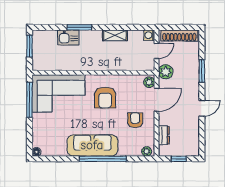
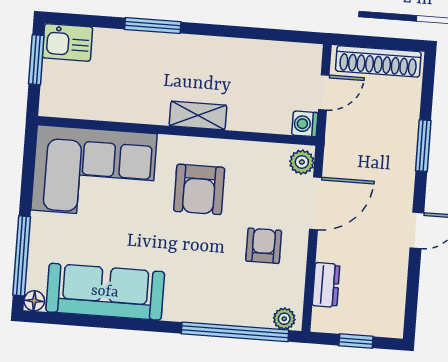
shelving: (115, 35) -> (198, 115), moved
washing machine: (149, 35) -> (305, 124), moved
kitchen sink: (68, 37) -> (67, 42), moved
plant: (166, 72) -> (341, 141), removed
window: (29, 100) -> (22, 256), moved
sofa: (92, 145) -> (105, 292), moved
window: (103, 159) -> (235, 332), moved

